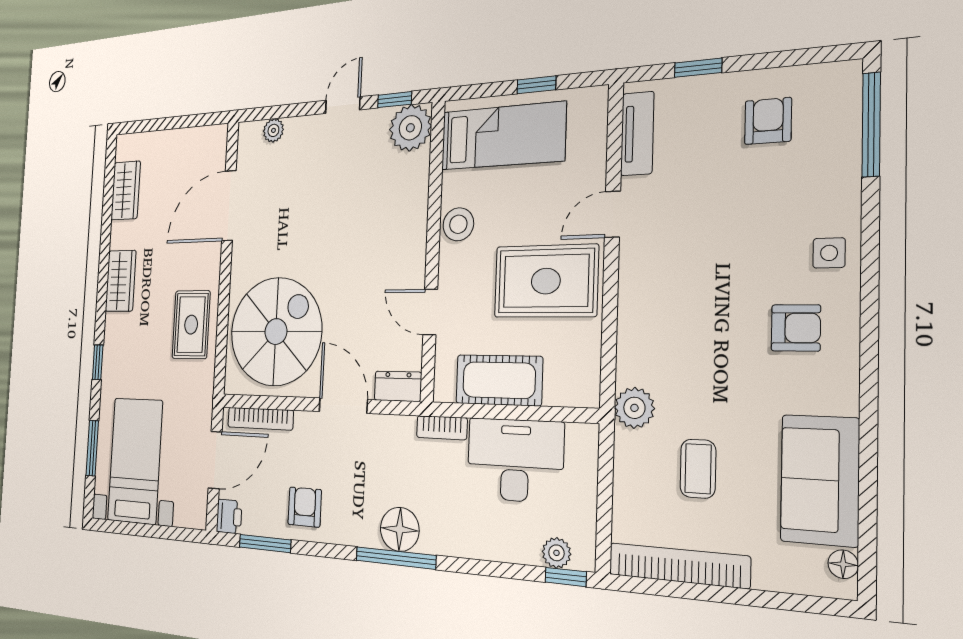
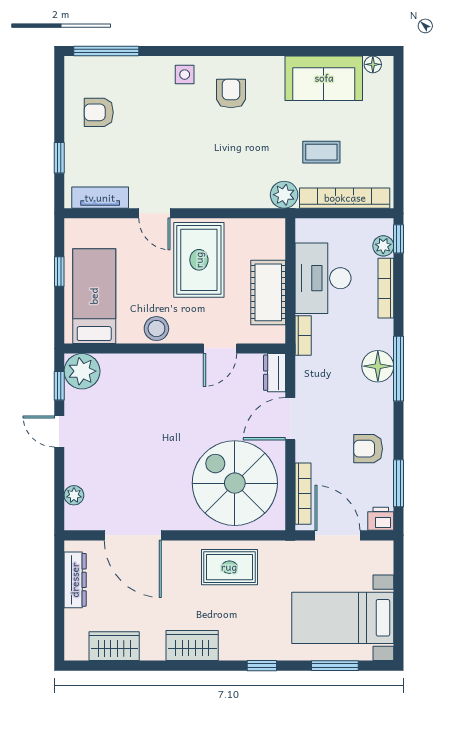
dresser: (189, 140) -> (75, 580), added
bookcase: (499, 551) -> (386, 288), added
bookcase: (678, 565) -> (345, 198), moved, turned 90

